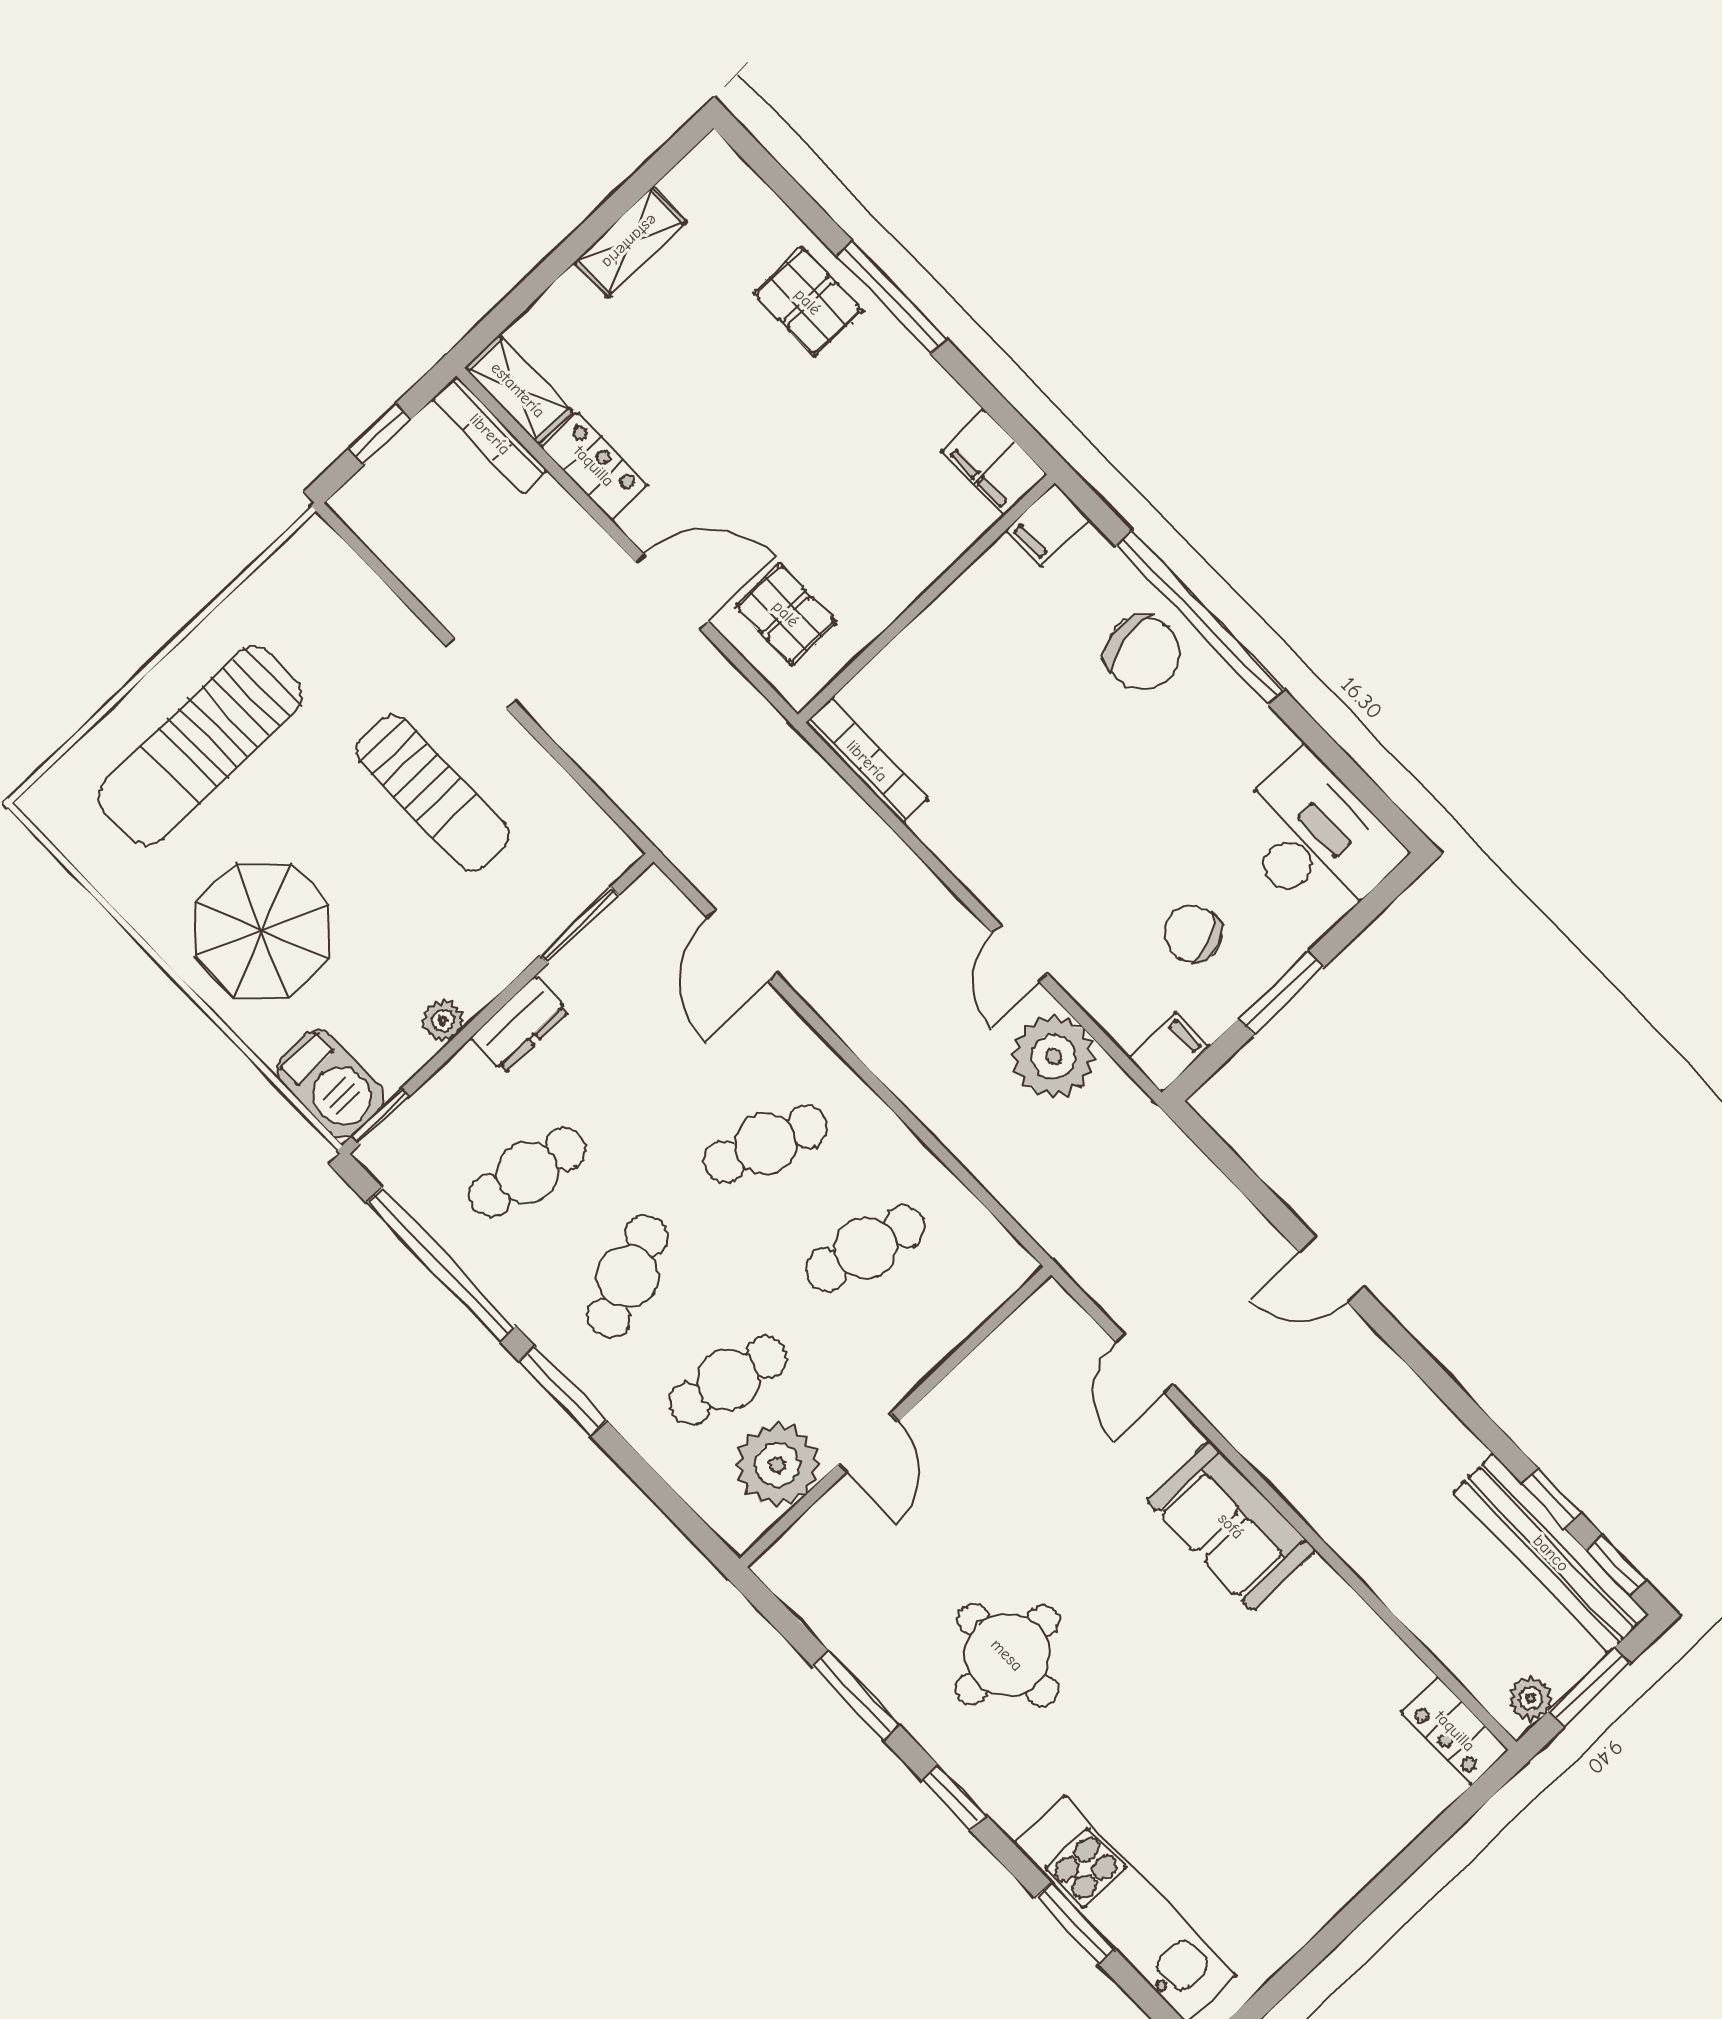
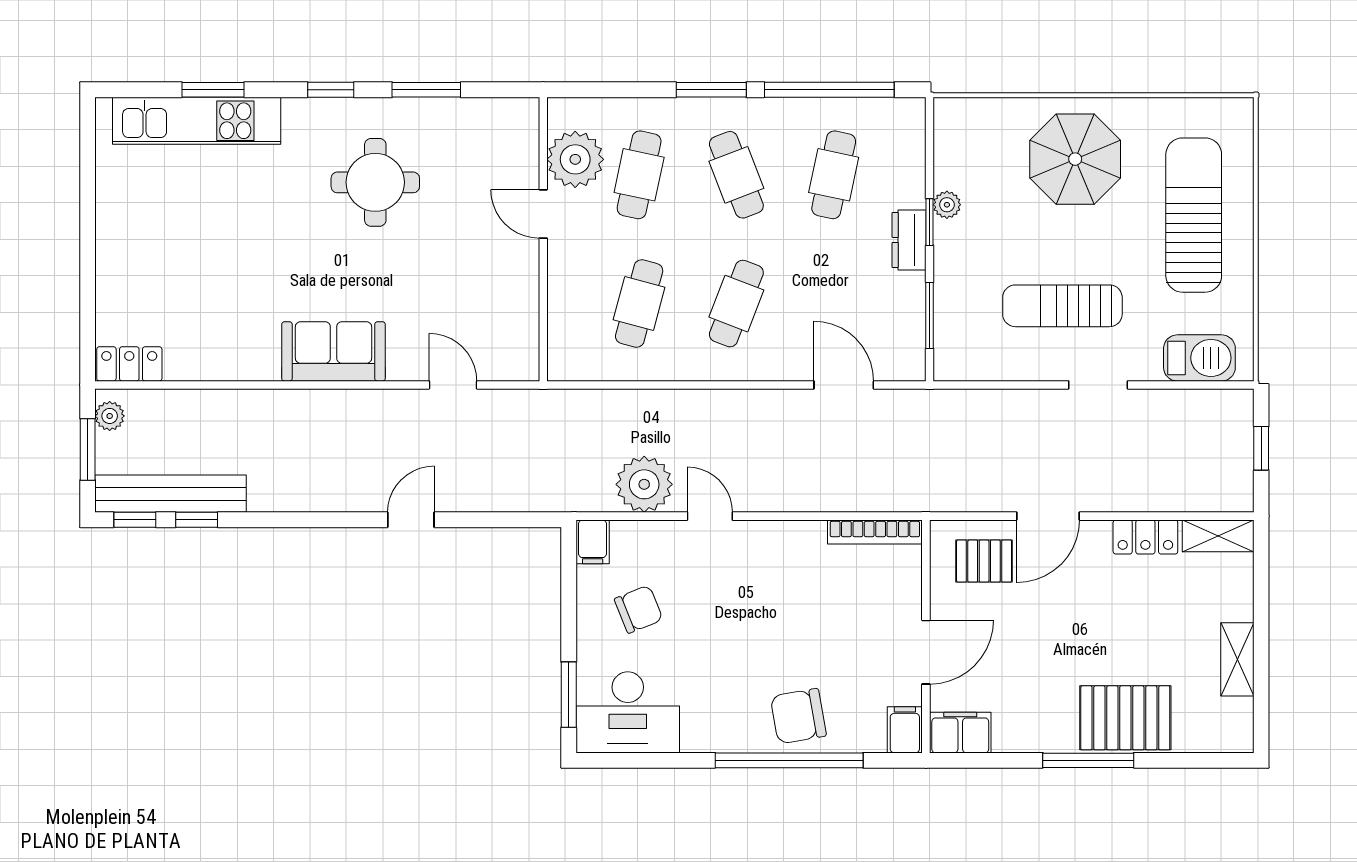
pallet: (808, 302) -> (1125, 718), width x1.50, depth x1.42
bookcase: (490, 434) -> (1210, 501), removed
door: (943, 583) -> (926, 652), added
window: (1281, 993) -> (569, 695), moved
barbecue: (330, 1084) -> (1199, 358), moved, turned 180
window: (381, 1116) -> (930, 222), moved

